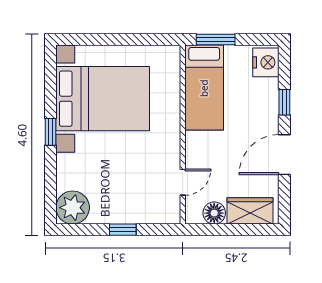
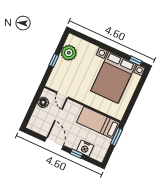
nightstand: (266, 62) -> (85, 148), moved
window: (51, 132) -> (136, 61), moved
plant: (73, 208) -> (69, 53), moved
wardrobe: (250, 211) -> (37, 118), removed

